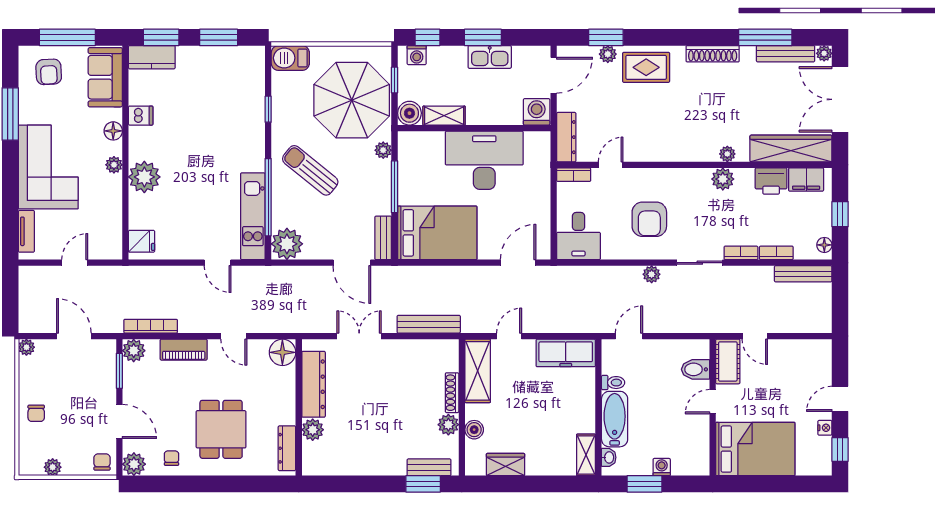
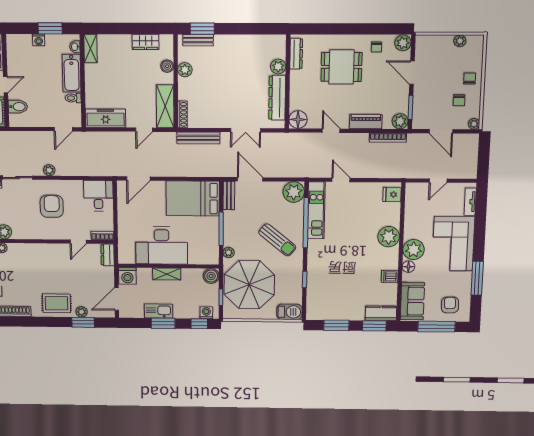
shelving: (444, 116) -> (167, 274), moved
dresser: (566, 137) -> (108, 255), width x0.70
plant: (114, 165) -> (414, 250), width x1.88, depth x1.88
shoe rack: (452, 393) -> (182, 114), moved
dining table: (221, 429) -> (341, 67), turned 90
chair: (102, 462) -> (459, 100), moved

